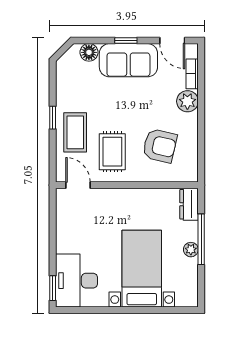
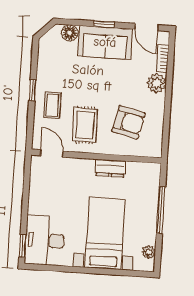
coffee table: (75, 132) -> (52, 105), width x0.73, depth x0.77
dresser: (189, 204) -> (110, 168), moved, turned -90
plant: (191, 250) -> (149, 252), moved

